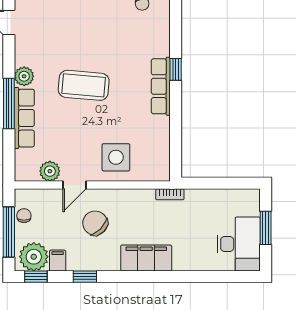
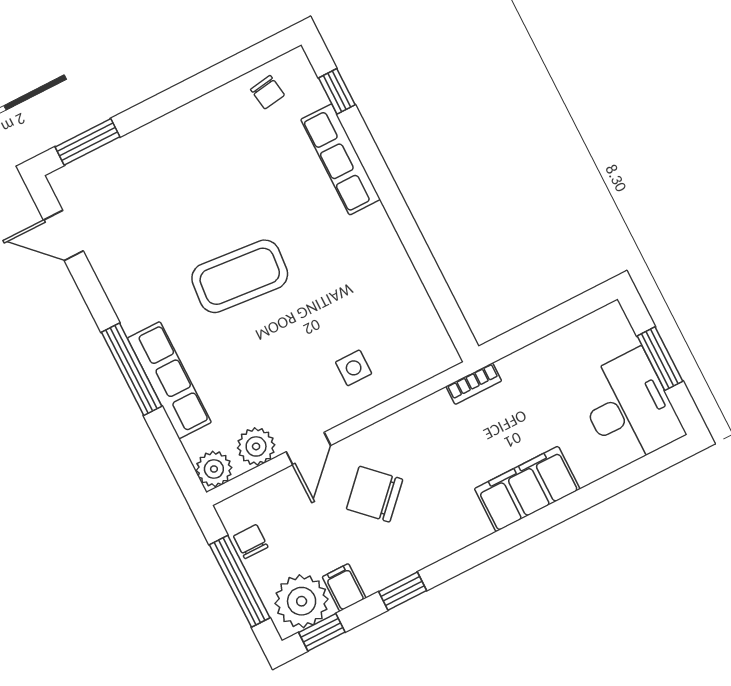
window: (176, 69) -> (337, 91), moved
plant: (24, 76) -> (214, 469), moved
row of seats: (161, 86) -> (341, 159), moved
side table: (116, 157) -> (354, 368), width x0.54, depth x0.54
filing cabinet: (146, 258) -> (527, 489), moved

